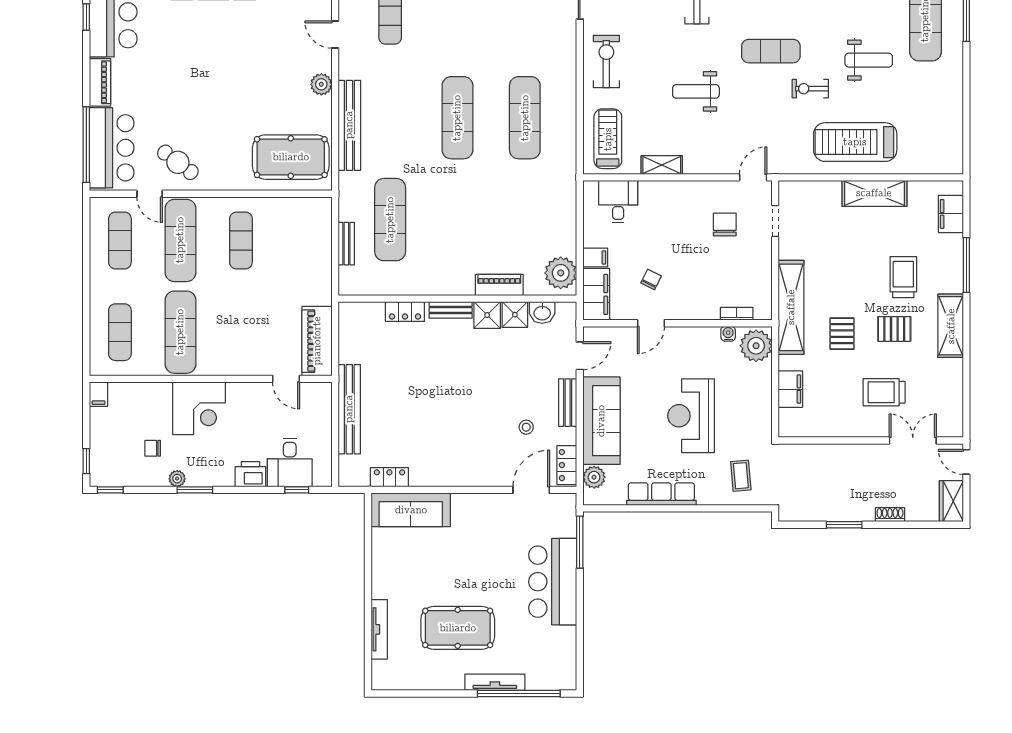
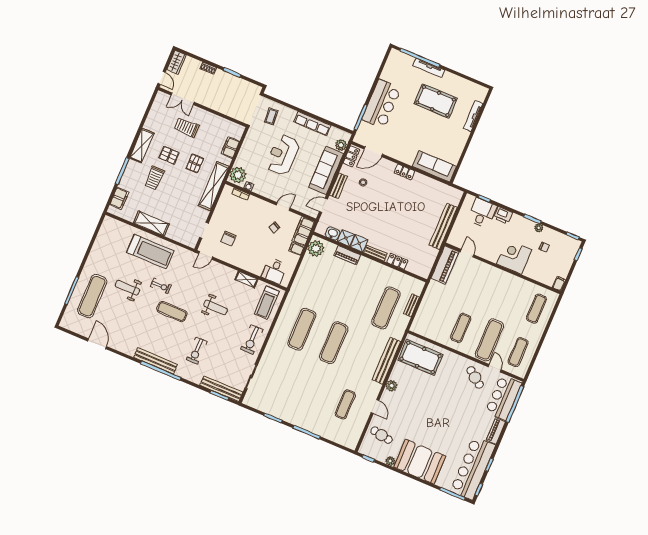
exercise mat: (180, 332) -> (508, 297), removed
trolley: (884, 392) -> (187, 127), turned 180
reception desk: (691, 416) -> (283, 155), turned 180
locker: (389, 477) -> (404, 172), moved

